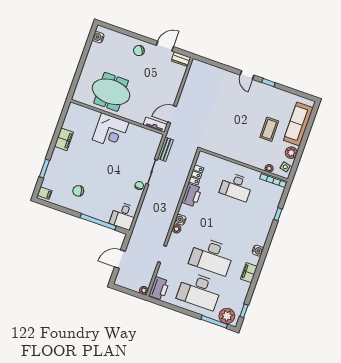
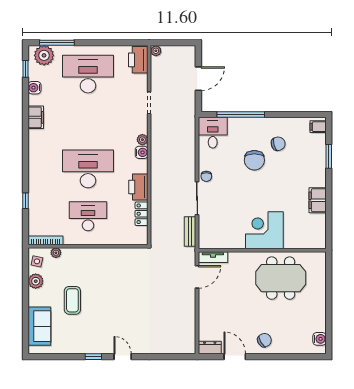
door: (165, 46) -> (235, 357), swing flipped
sofa: (298, 124) -> (39, 326), width x0.73
chair: (100, 185) -> (254, 160), added
water cooler: (258, 251) -> (34, 88), moved
desk: (212, 256) -> (88, 169), moved

